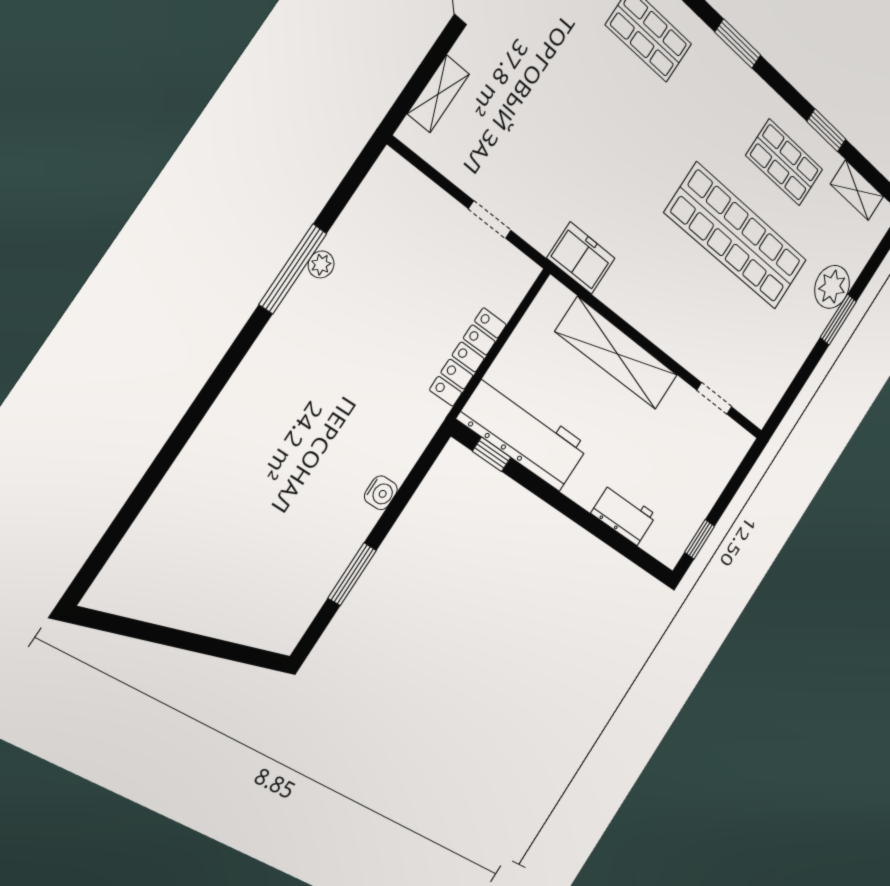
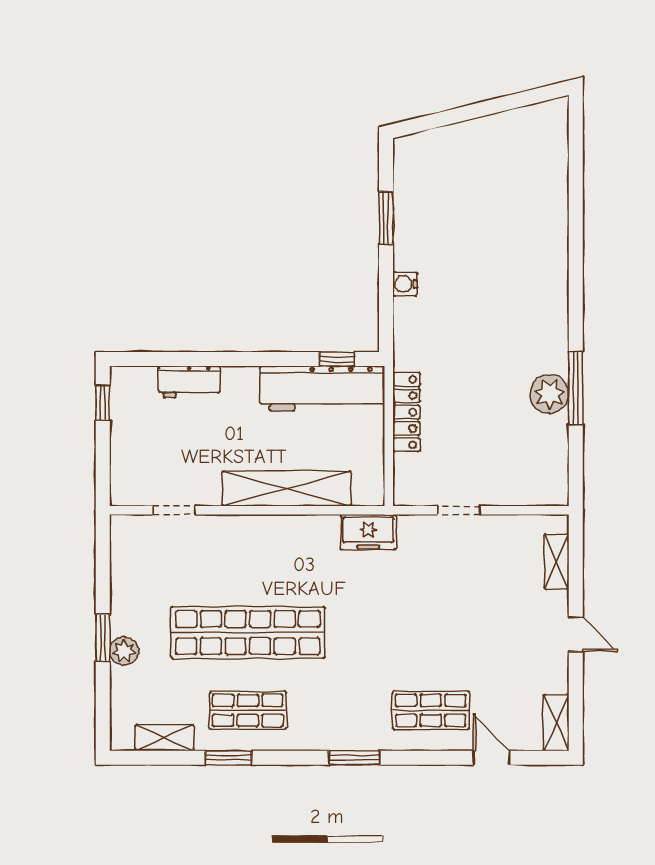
plant: (321, 264) -> (549, 394), width x1.88, depth x1.88
plant: (832, 287) -> (124, 651), width x0.73, depth x0.73

